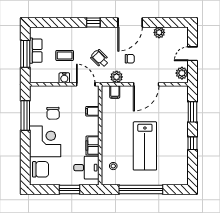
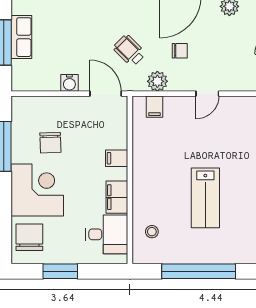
coffee table: (65, 55) -> (70, 45), removed
door: (146, 84) -> (207, 94), width x0.53
filing cabinet: (92, 111) -> (117, 158), moved
lab bench: (145, 146) -> (205, 198), width x0.73, depth x0.72
chair: (41, 169) -> (29, 237), turned -90
window: (70, 190) -> (60, 271), moved

